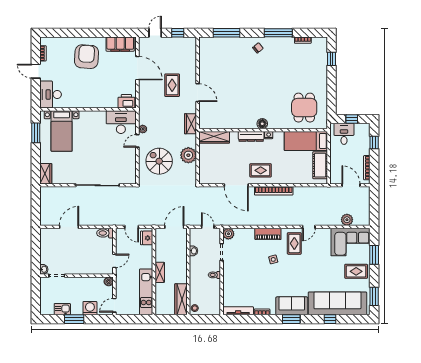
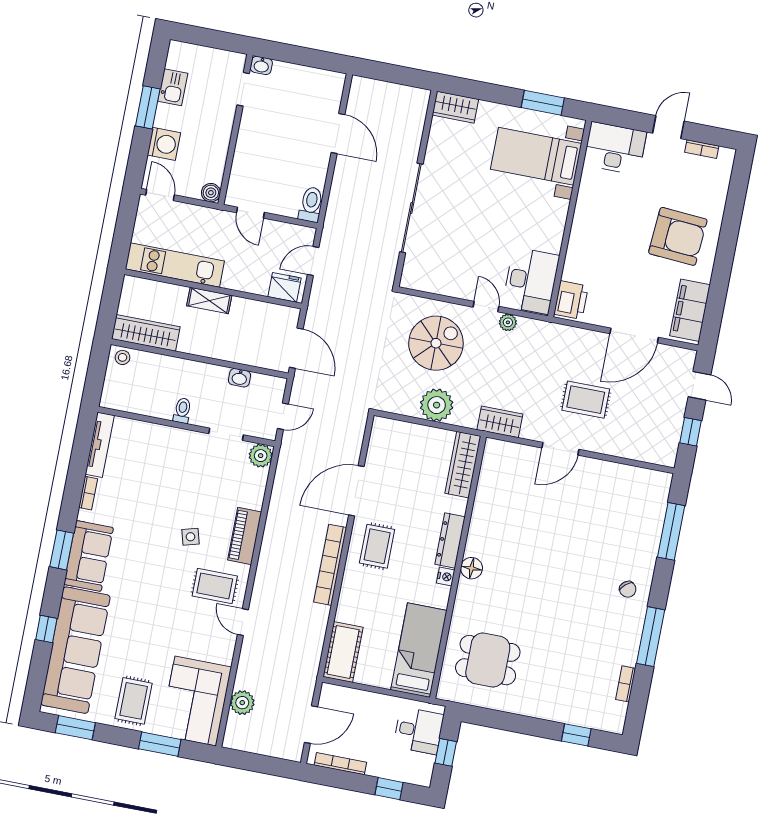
cot: (320, 165) -> (343, 652), moved, turned 90

